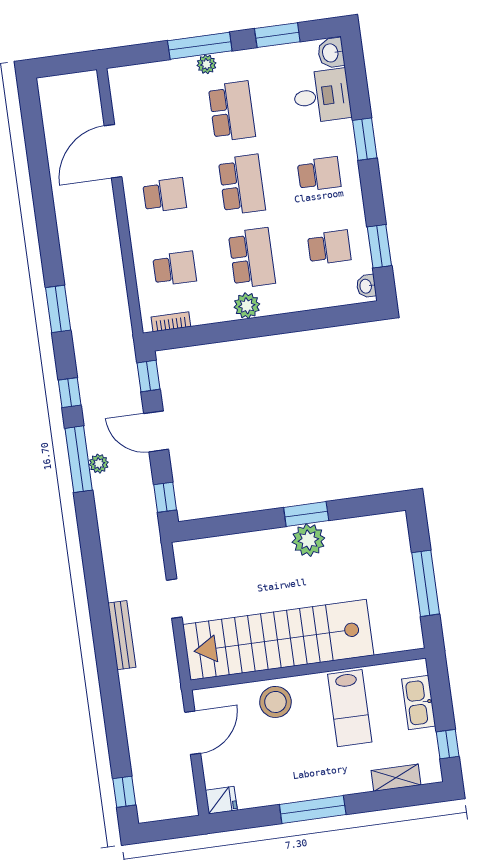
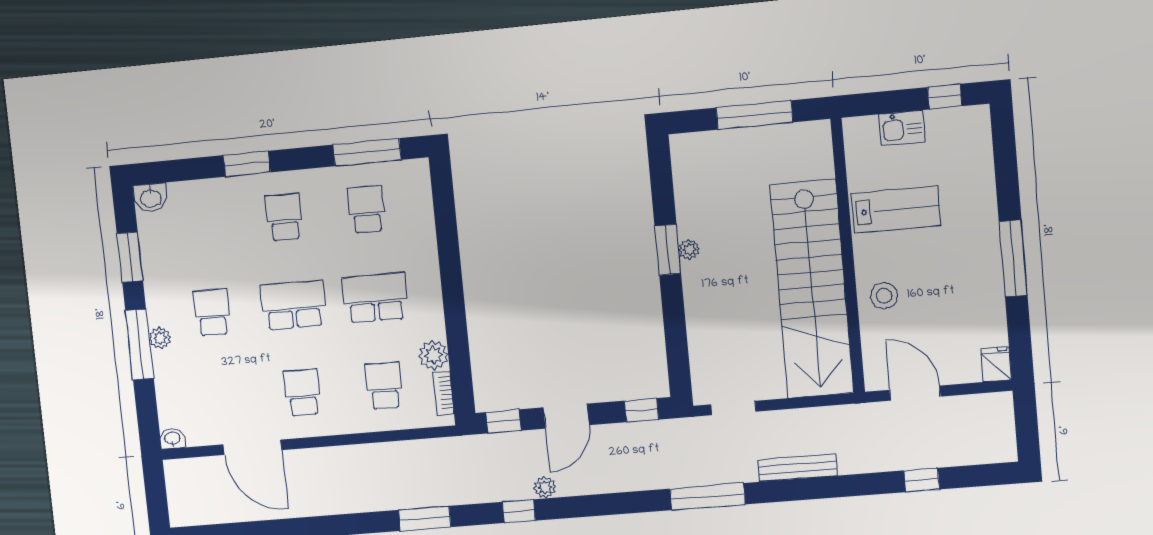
desk: (322, 96) -> (198, 210), removed
school desk: (232, 111) -> (212, 312), width x0.54
window: (379, 246) -> (367, 152), width x1.44
washbasin: (366, 286) -> (172, 439), moved, turned 180
plant: (247, 306) -> (433, 355), moved
window: (79, 459) -> (707, 497), moved
plant: (99, 464) -> (545, 487), moved
plant: (308, 540) -> (689, 249), width x0.53, depth x0.53
doorway: (174, 599) -> (733, 408), moved
stool: (275, 702) -> (884, 296), width x0.73, depth x0.73
kitchen sink: (419, 703) -> (902, 128), width x0.73
shelving: (396, 778) -> (981, 159), removed
window: (124, 792) -> (922, 480), moved

